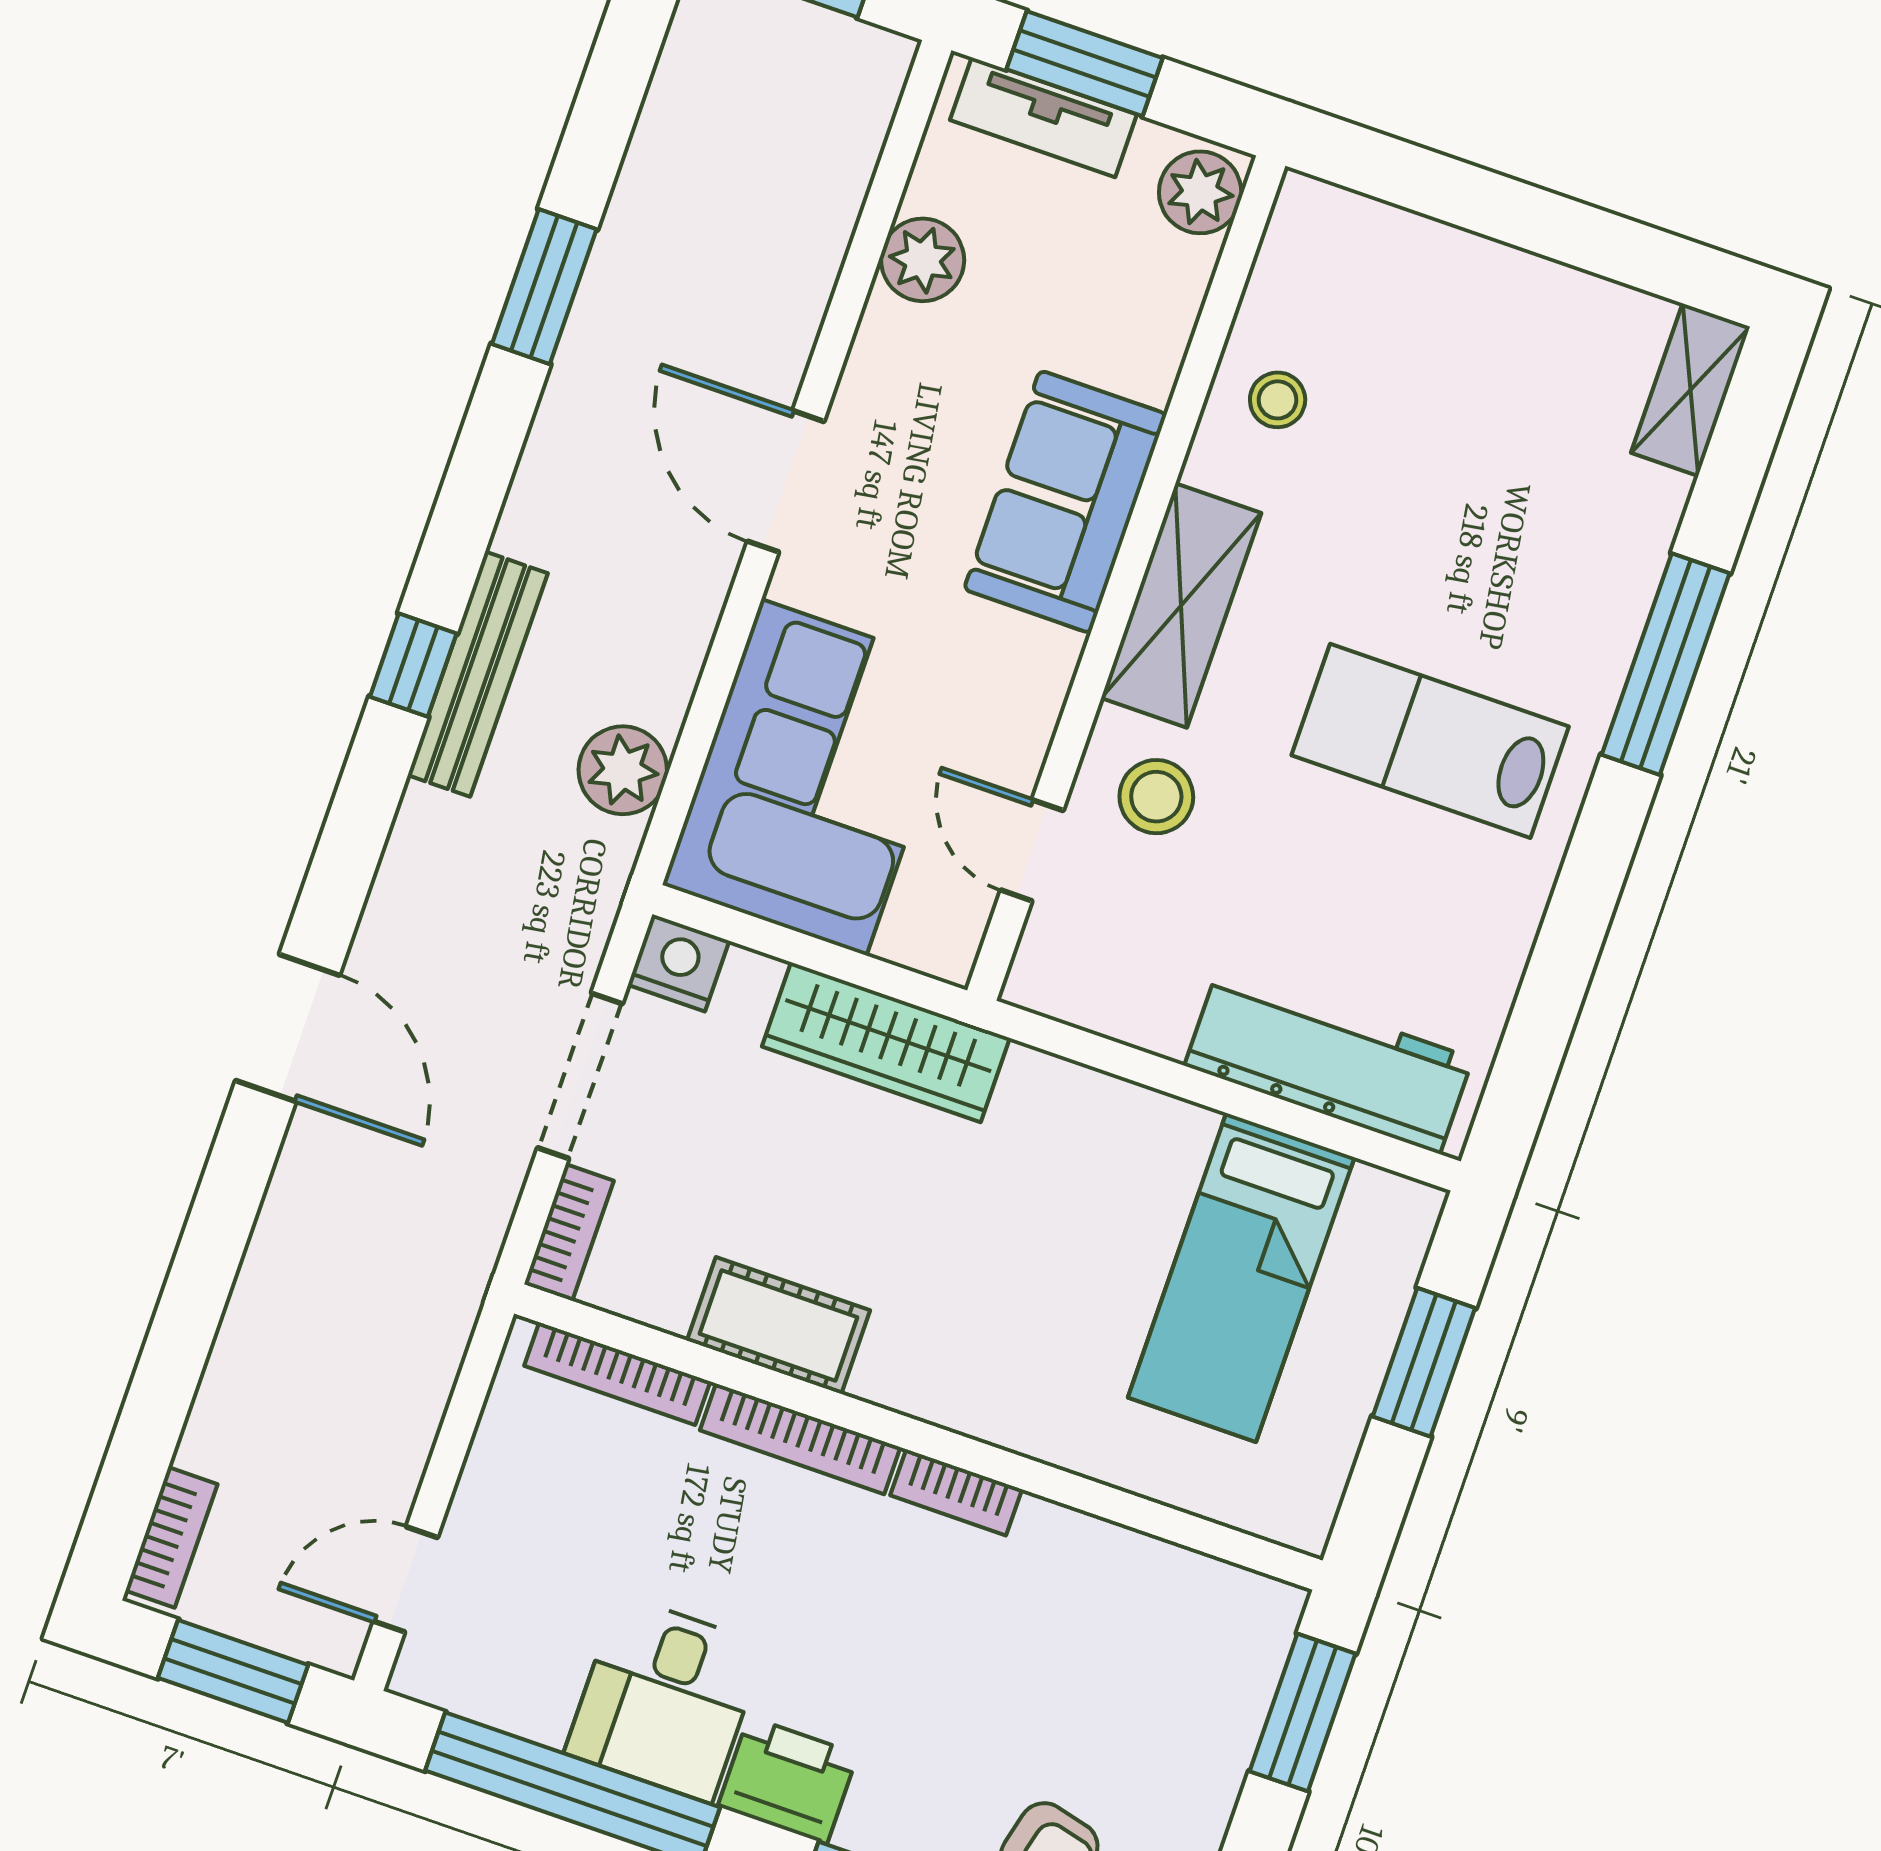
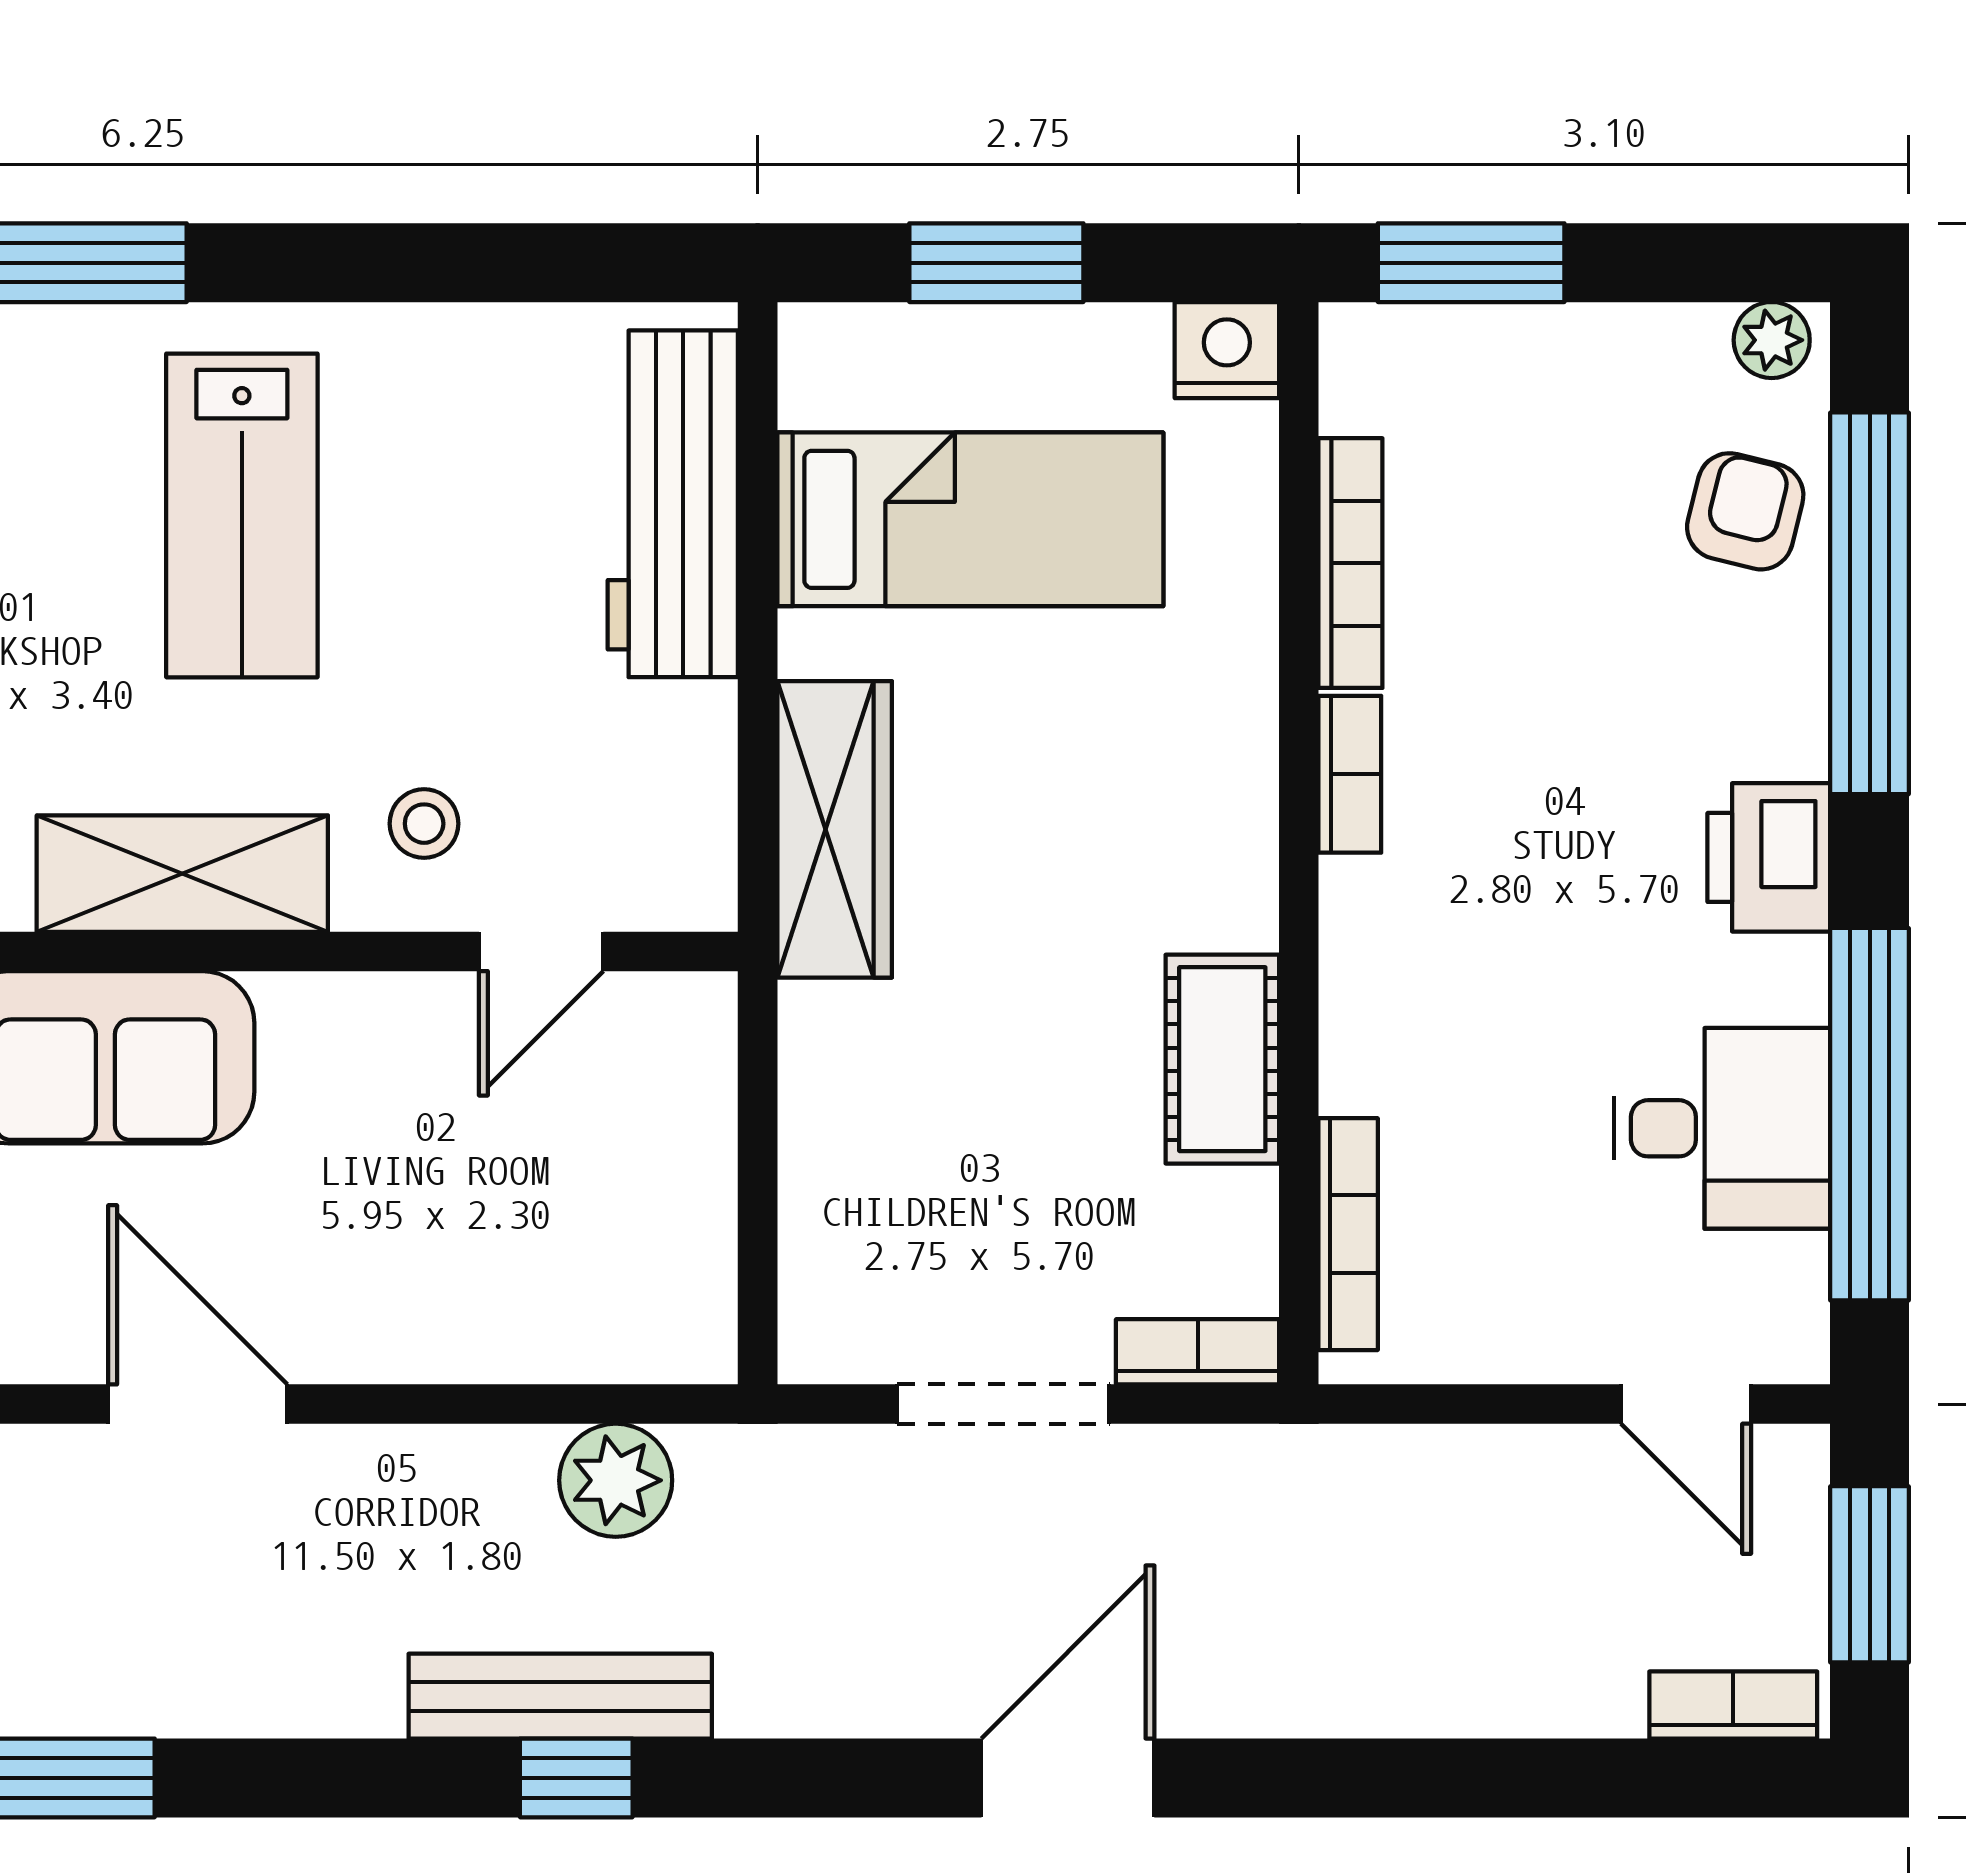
door: (786, 481) -> (198, 1404), swing flipped
corner sofa: (814, 777) -> (544, 1246), removed
stool: (1156, 797) -> (424, 824), width x0.73, depth x0.73
nightstand: (678, 963) -> (1227, 350), moved, turned 90
wardrobe: (886, 1042) -> (835, 829), moved
bookcase: (800, 1439) -> (1350, 563), moved
desk: (665, 1699) -> (1722, 1128), moved

